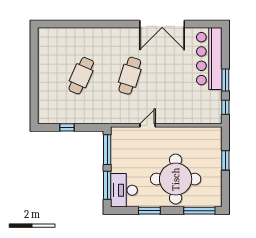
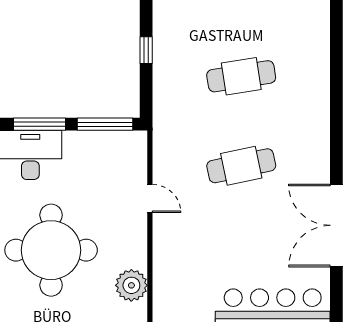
cafe table: (81, 76) -> (241, 76), turned -33
cafe table: (130, 76) -> (241, 166), turned -30
plant: (195, 135) -> (131, 285), added

